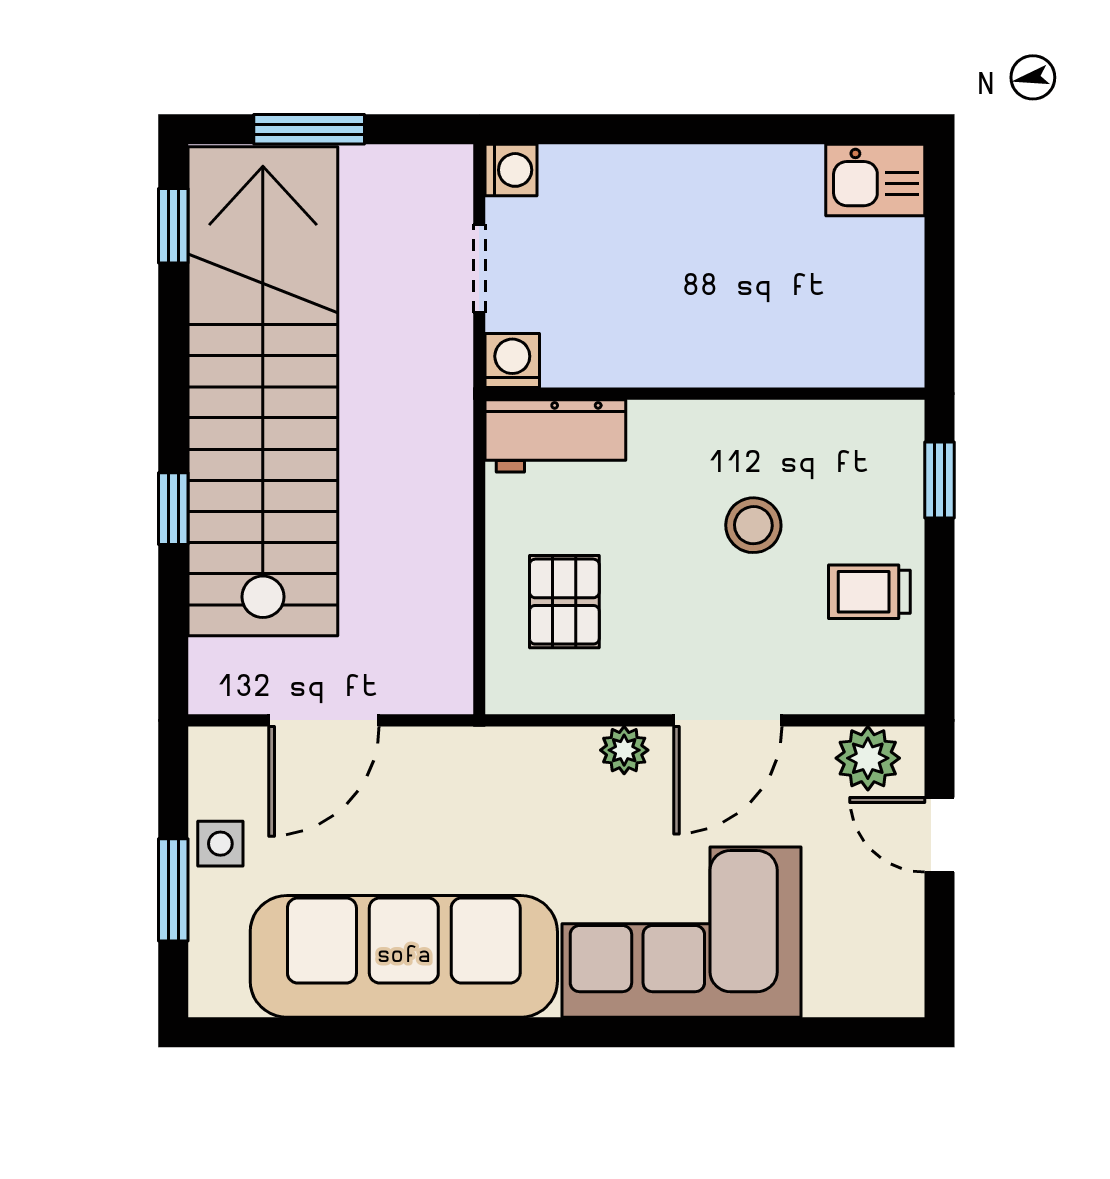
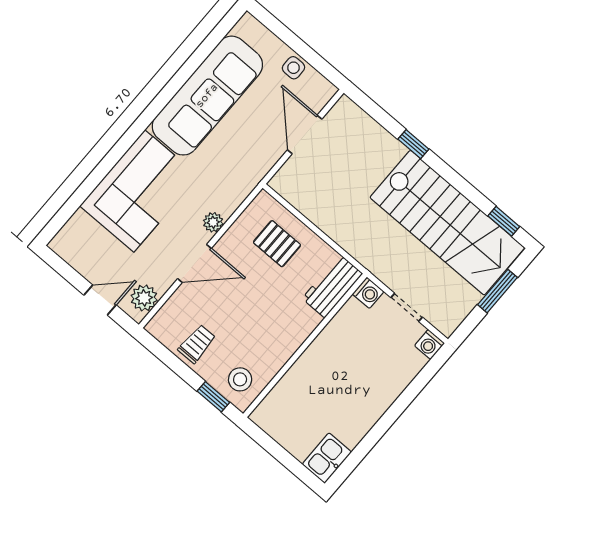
stairs: (263, 391) -> (447, 223), width x0.73
stool: (753, 525) -> (240, 379), moved
door: (728, 720) -> (194, 264), swing flipped
window: (173, 890) -> (292, 40), removed

